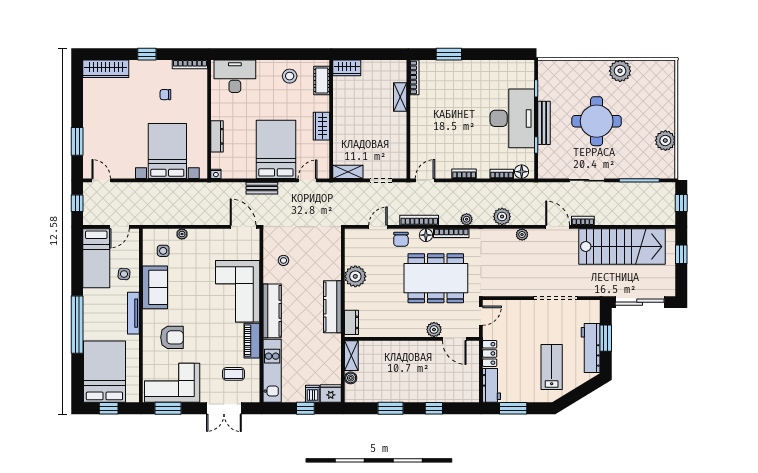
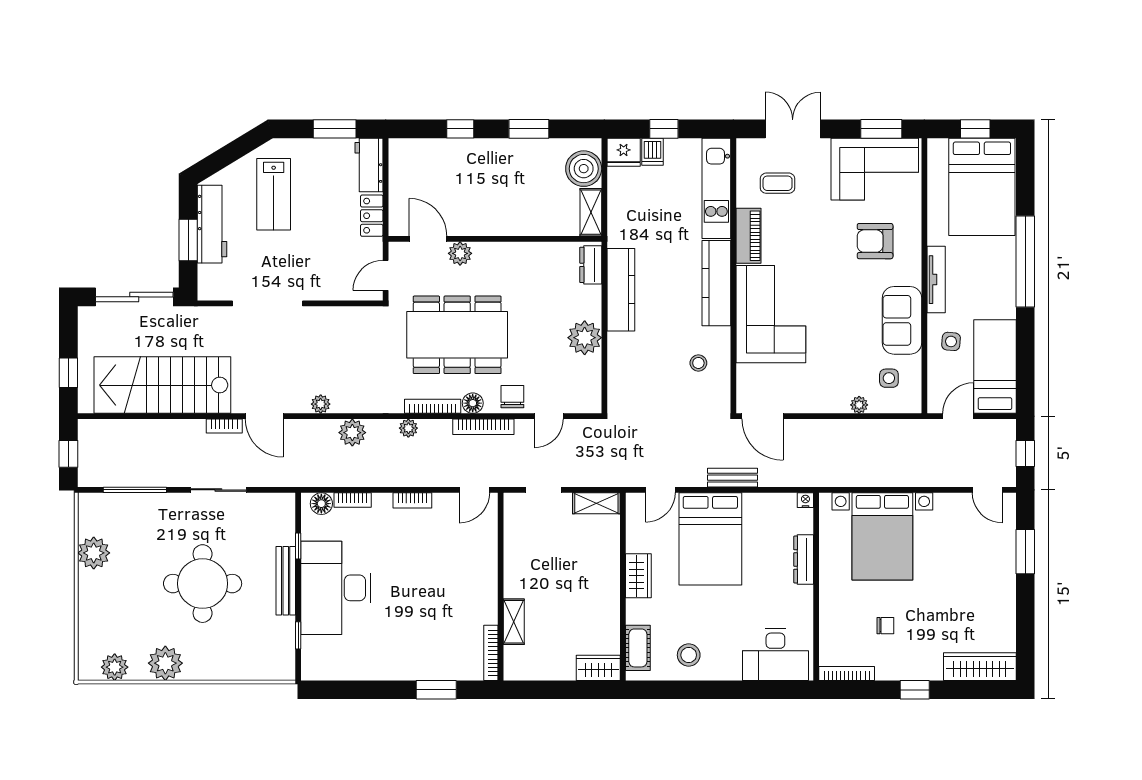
plant: (652, 68) -> (115, 667), added
boiler: (351, 378) -> (584, 169), width x1.86, depth x1.86

